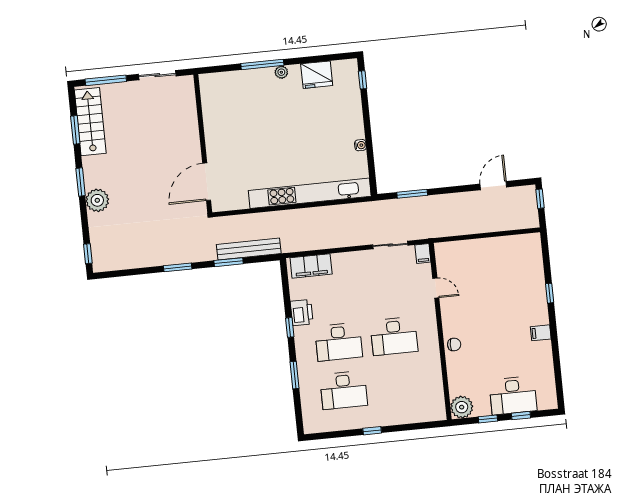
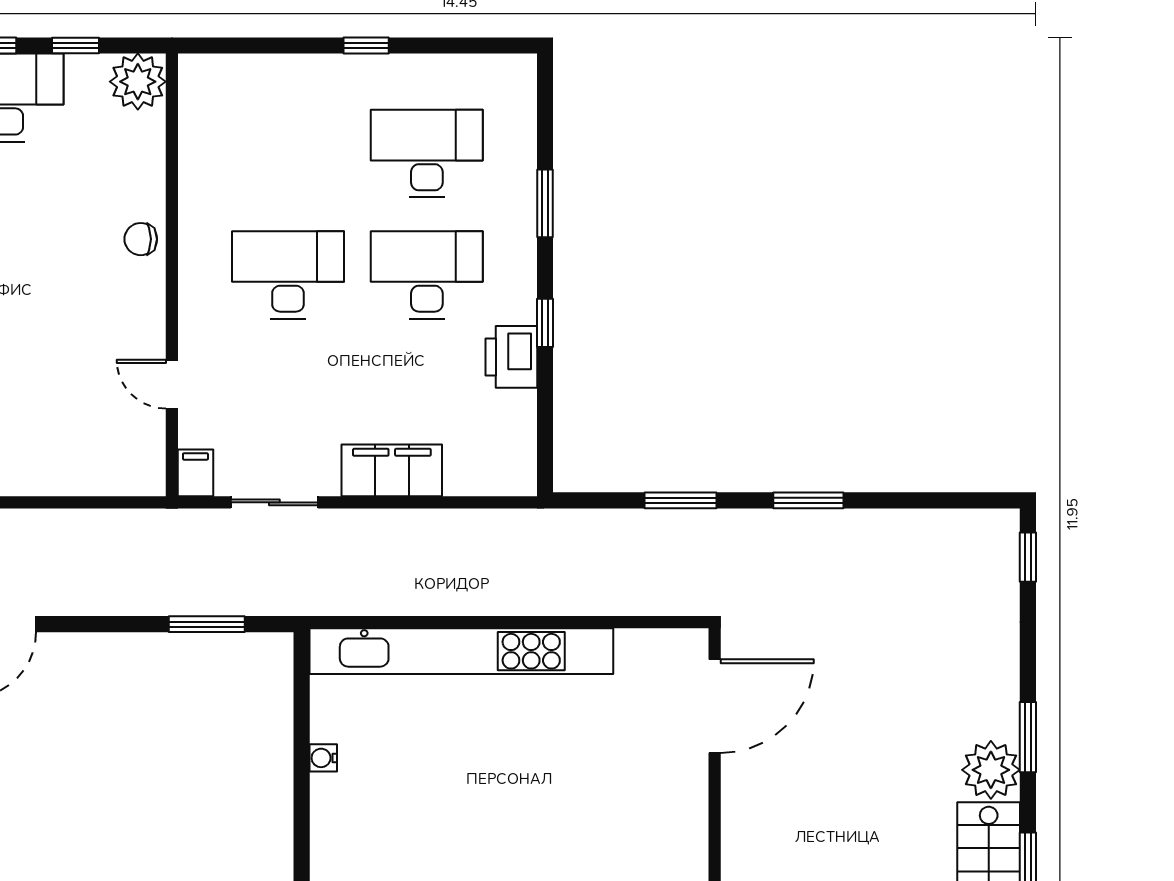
plant: (97, 200) -> (991, 770), moved
bench: (249, 249) -> (627, 528), removed
filing cabinet: (311, 266) -> (392, 470), moved

